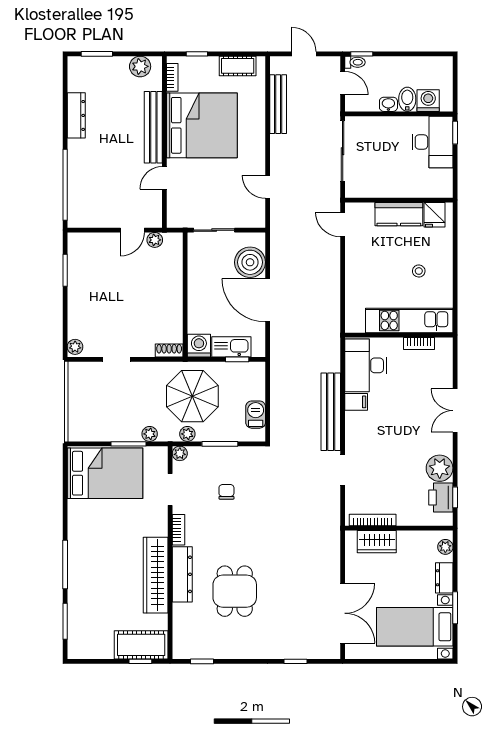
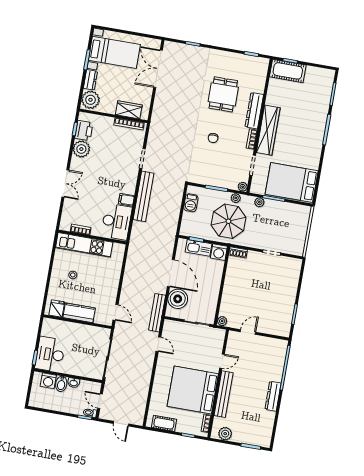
bench: (278, 104) -> (157, 313), moved
dresser: (76, 115) -> (273, 396), moved
plant: (155, 240) -> (222, 321), moved
plant: (75, 347) -> (297, 265), removed
chair: (226, 492) -> (213, 138), moved
plant: (445, 547) -> (90, 100), width x1.88, depth x1.88
wardrobe: (156, 575) -> (268, 130), moved

